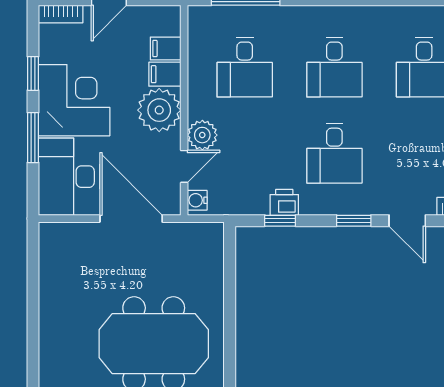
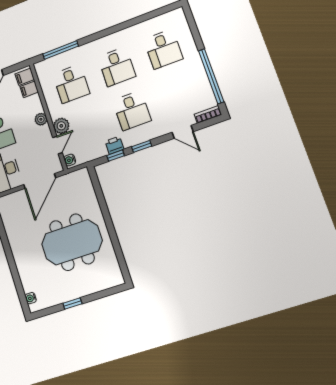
filing cabinet: (165, 74) -> (25, 77), moved
plant: (159, 110) -> (41, 119), width x0.53, depth x0.53
door: (131, 219) -> (40, 181), swing flipped
window: (354, 221) -> (142, 146), moved

